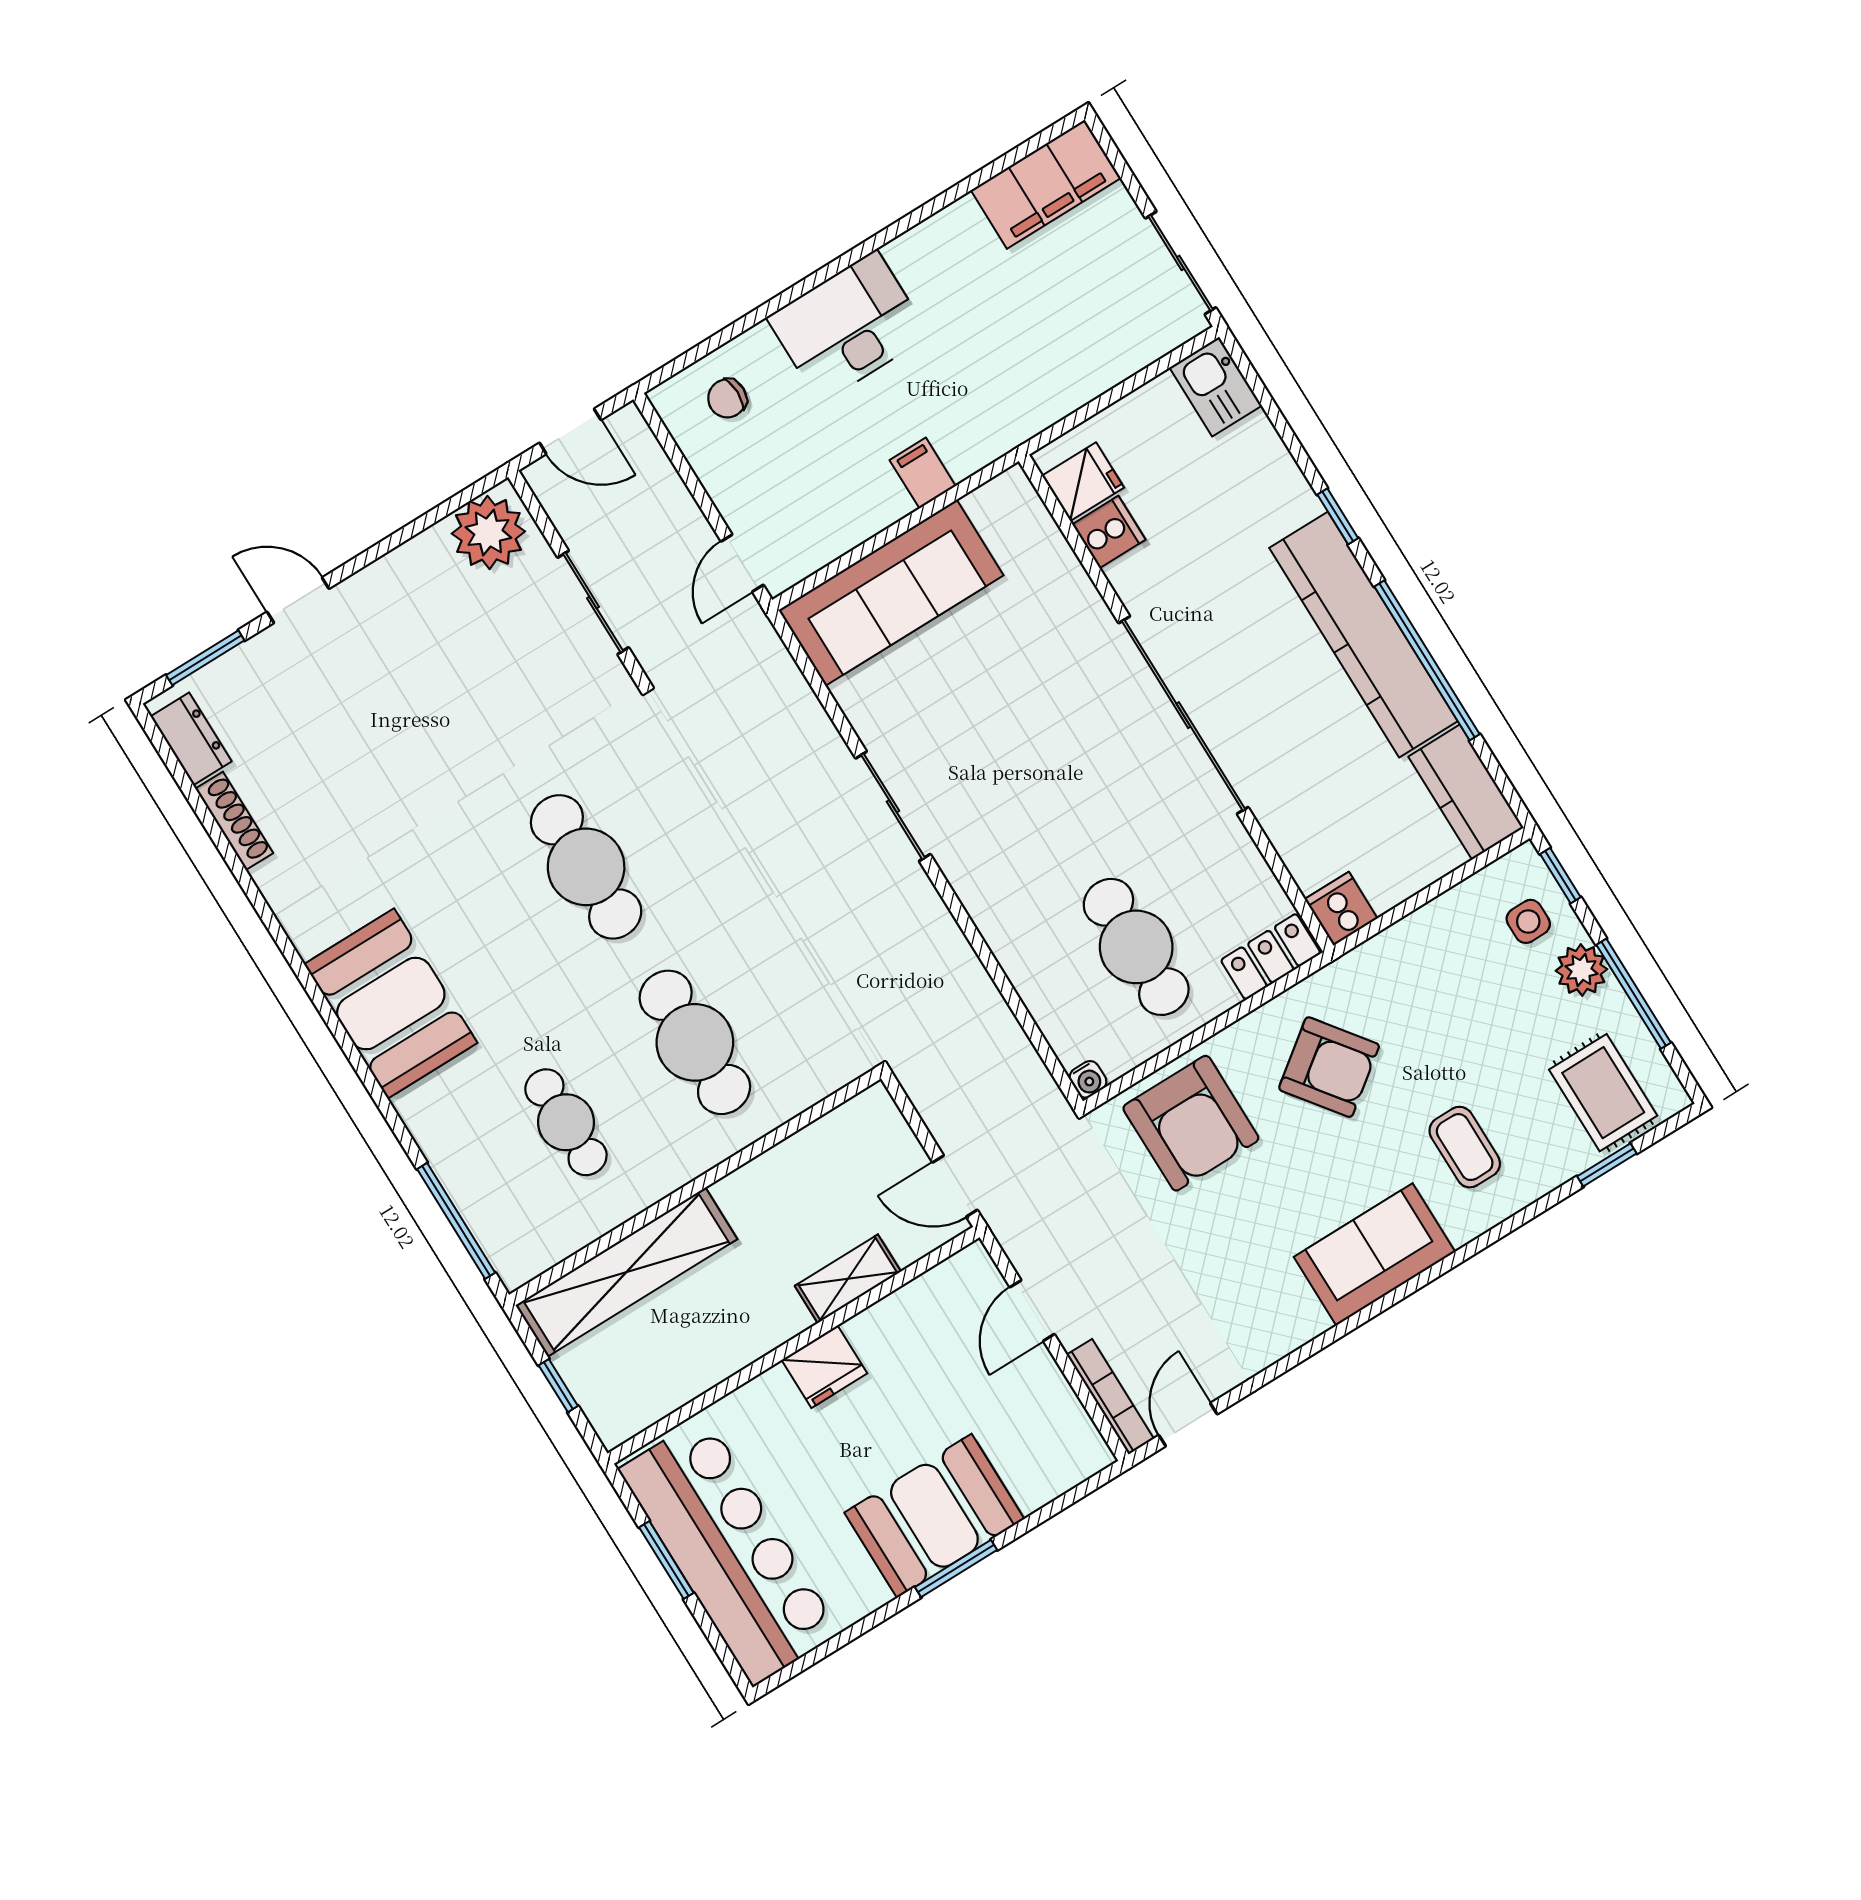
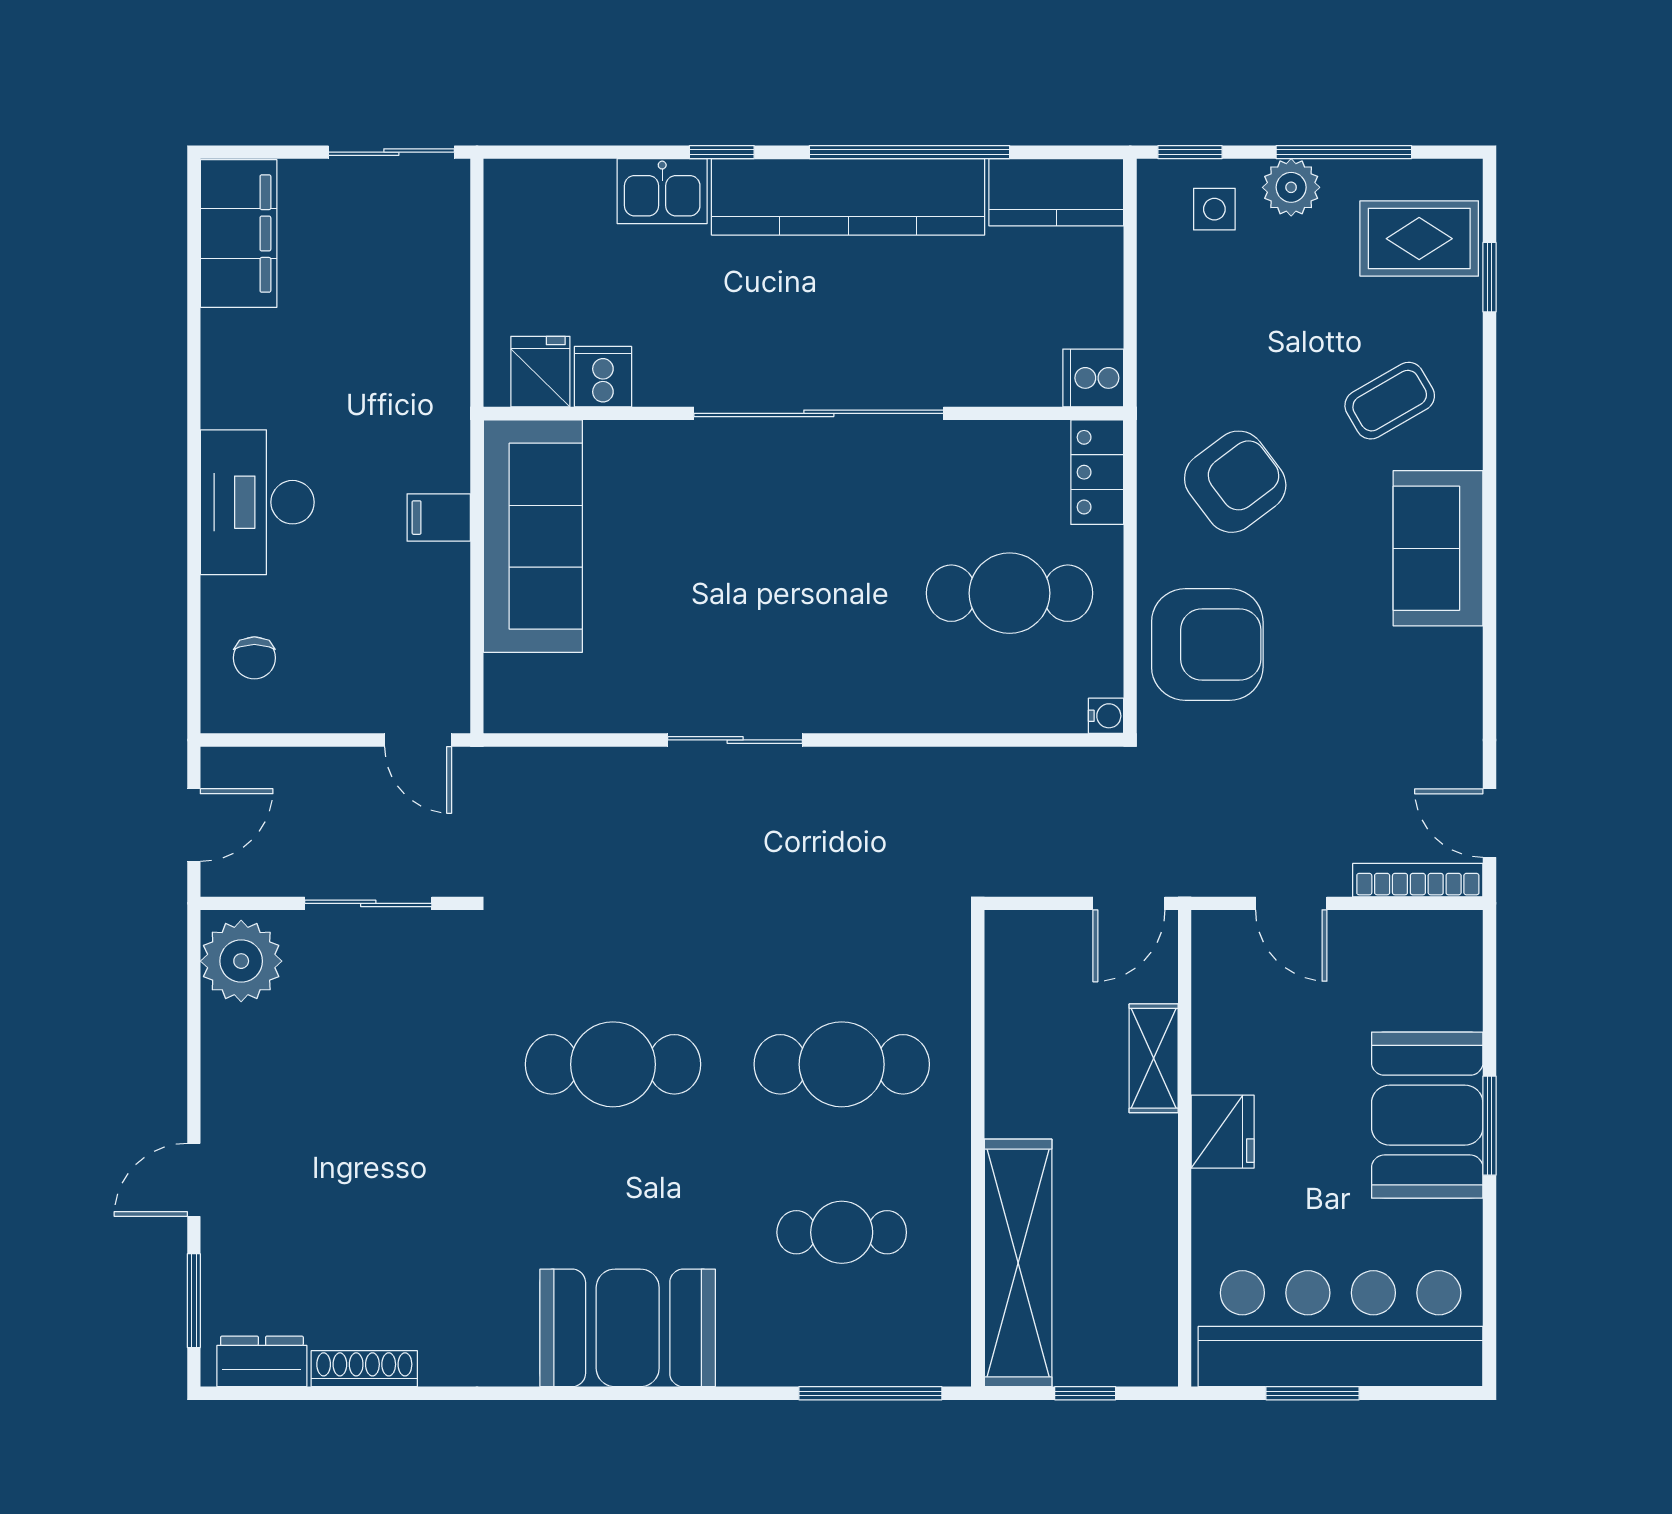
kitchen sink: (1216, 387) -> (662, 191), moved
sofa: (891, 593) -> (533, 536), moved
coffee table: (1465, 1147) -> (1390, 401), turned -30

